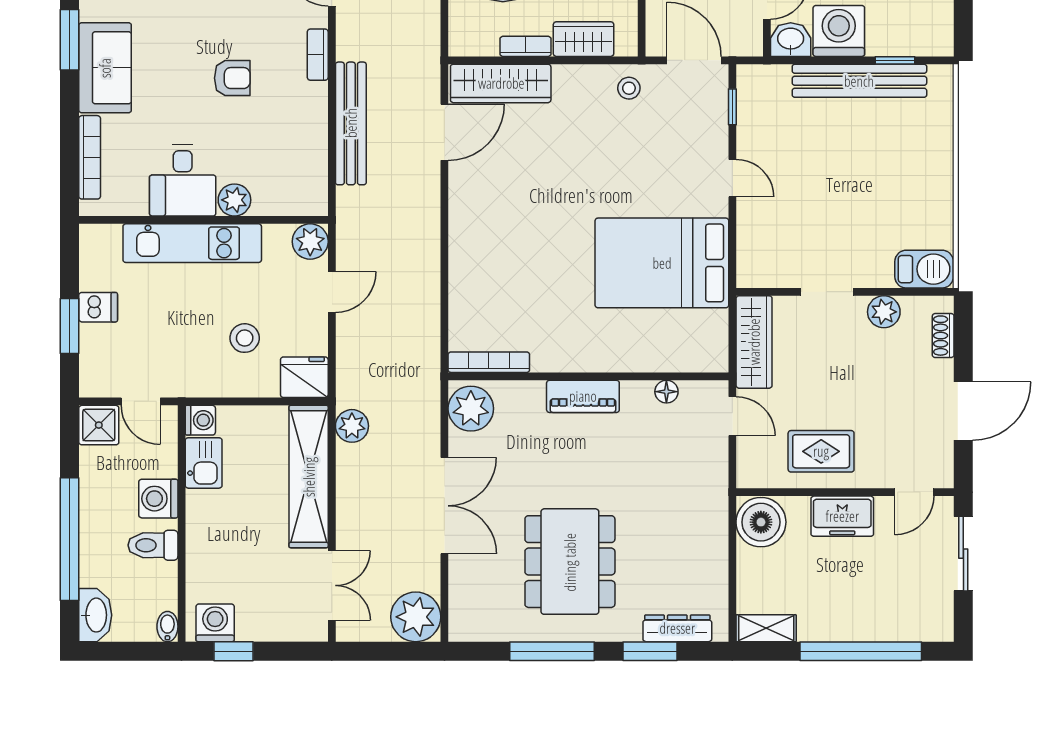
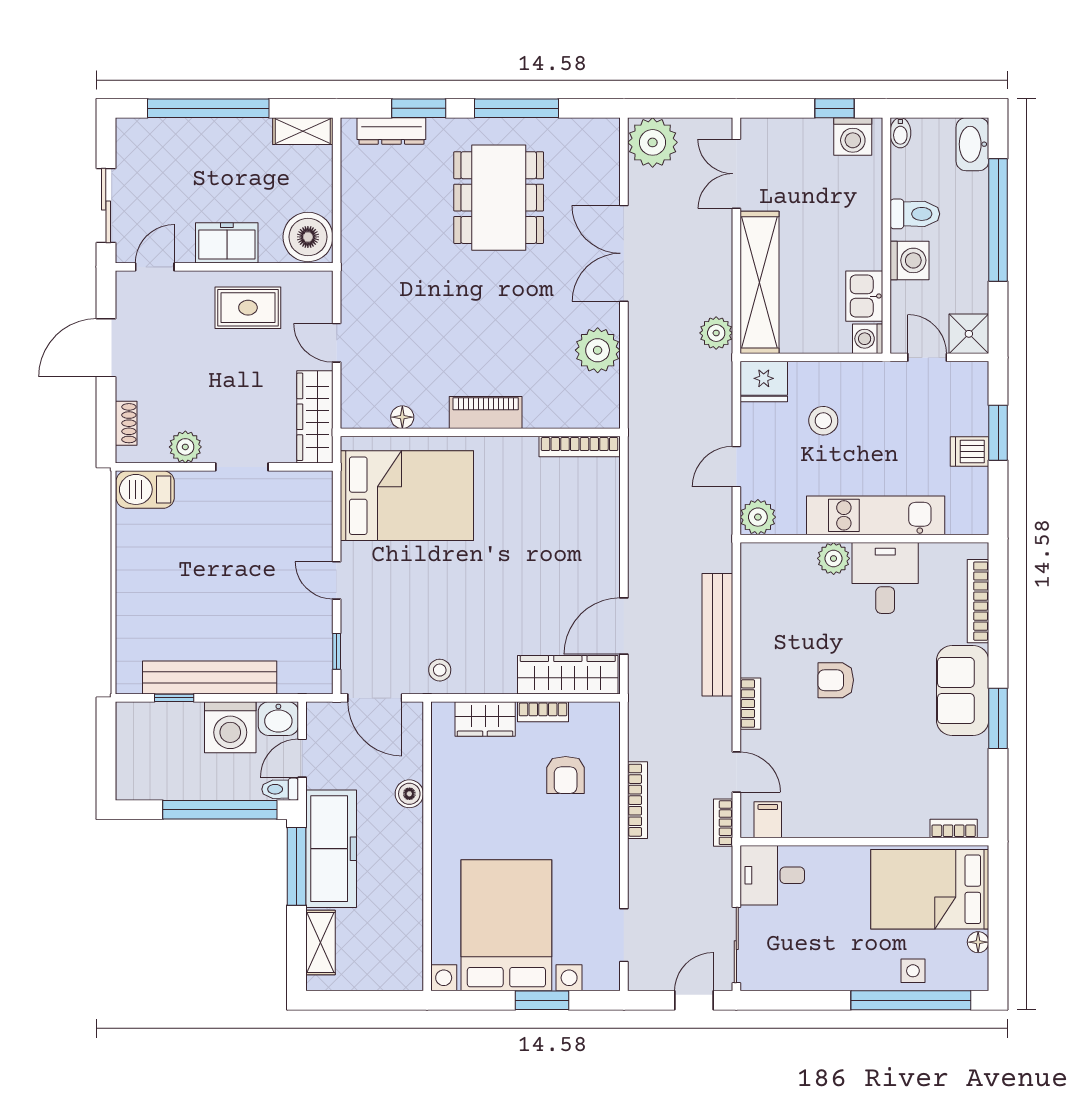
bookcase: (489, 362) -> (580, 447), moved
wall: (588, 376) -> (480, 432), moved
floor lamp: (666, 392) -> (402, 417), moved
piano: (583, 396) -> (486, 412), moved

